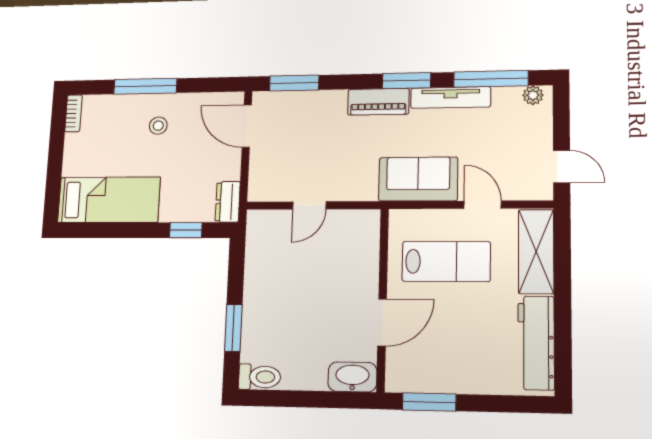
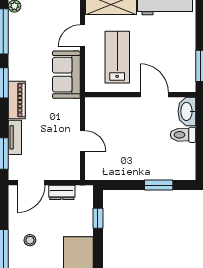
tv unit: (451, 97) -> (15, 137), moved, width x0.71
dresser: (228, 202) -> (62, 192), moved
toilet: (260, 377) -> (183, 135), moved, turned -90

